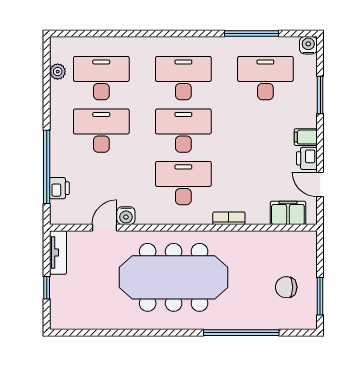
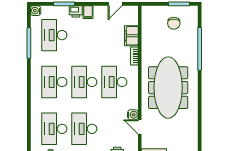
printer: (307, 158) -> (76, 11), moved
filing cabinet: (288, 213) -> (131, 36), moved

